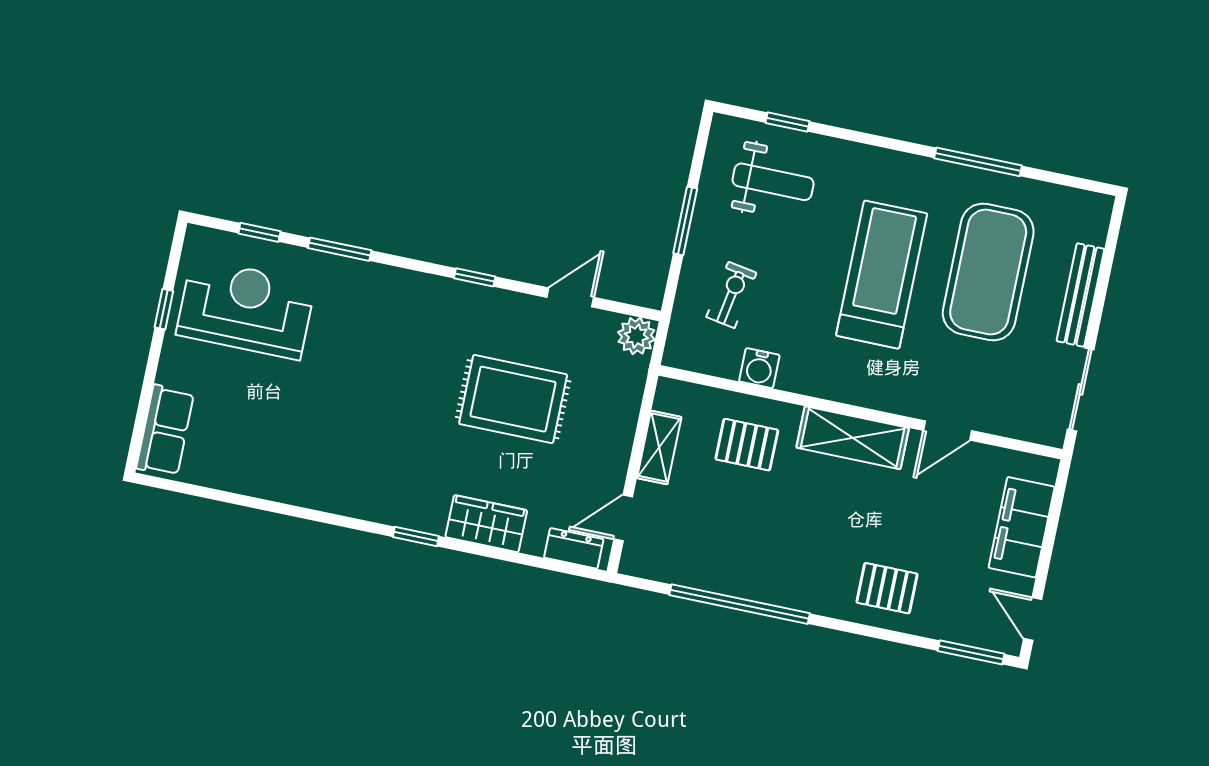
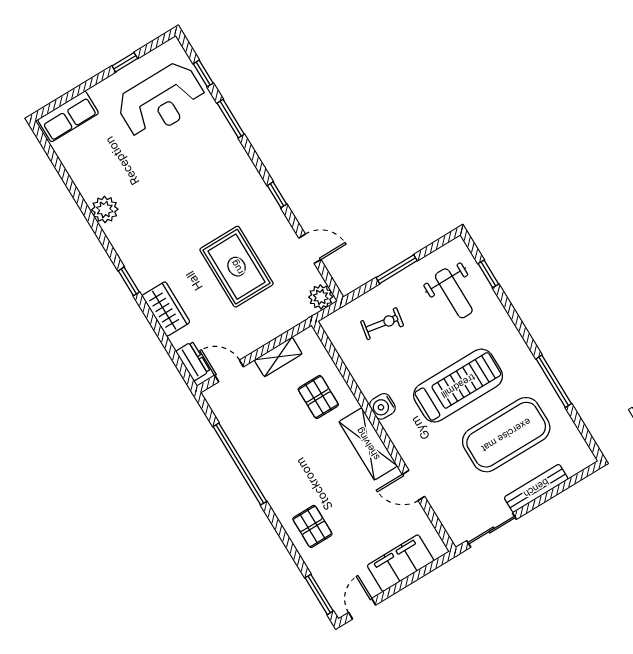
reception desk: (246, 309) -> (161, 101), turned 90
water cooler: (759, 368) -> (382, 406), moved
plant: (309, 488) -> (105, 209), added

